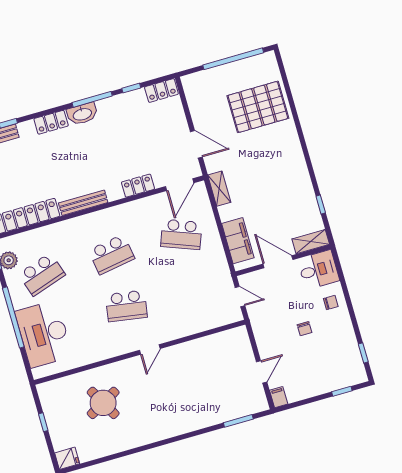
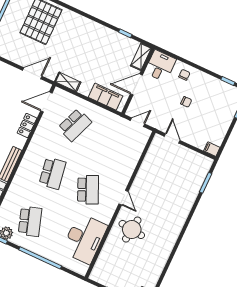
door: (180, 185) -> (46, 102), swing flipped
school desk: (126, 306) -> (88, 190), turned -33
desk: (44, 334) -> (84, 239), moved, turned -90
door: (262, 372) -> (172, 138), moved
round table: (103, 403) -> (132, 230), moved, turned 36

